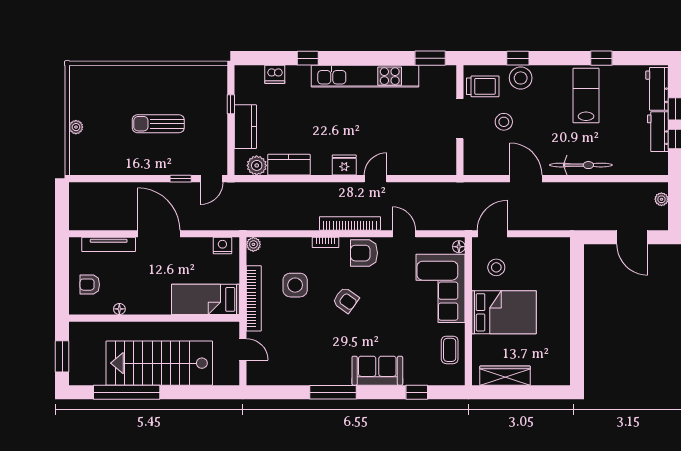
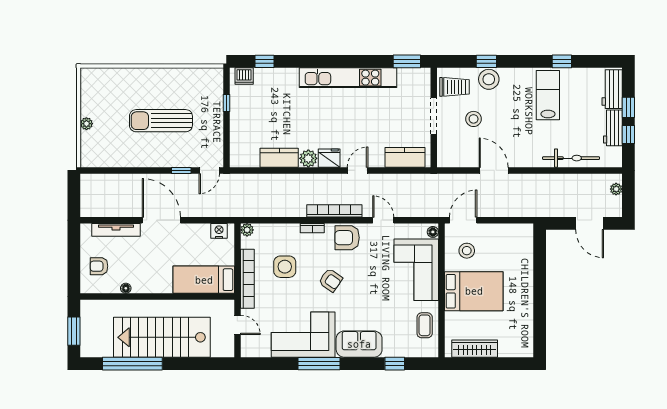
window: (308, 58) -> (265, 61), moved
dishwasher: (275, 74) -> (244, 76), moved
sun lounger: (158, 124) -> (161, 121), width x1.36, depth x1.34
kitchen counter: (245, 127) -> (405, 157), moved, turned -90
plant: (257, 165) -> (308, 158), moved
bicycle: (581, 165) -> (571, 158), moved
corner sofa: (315, 360) -> (303, 335), added

